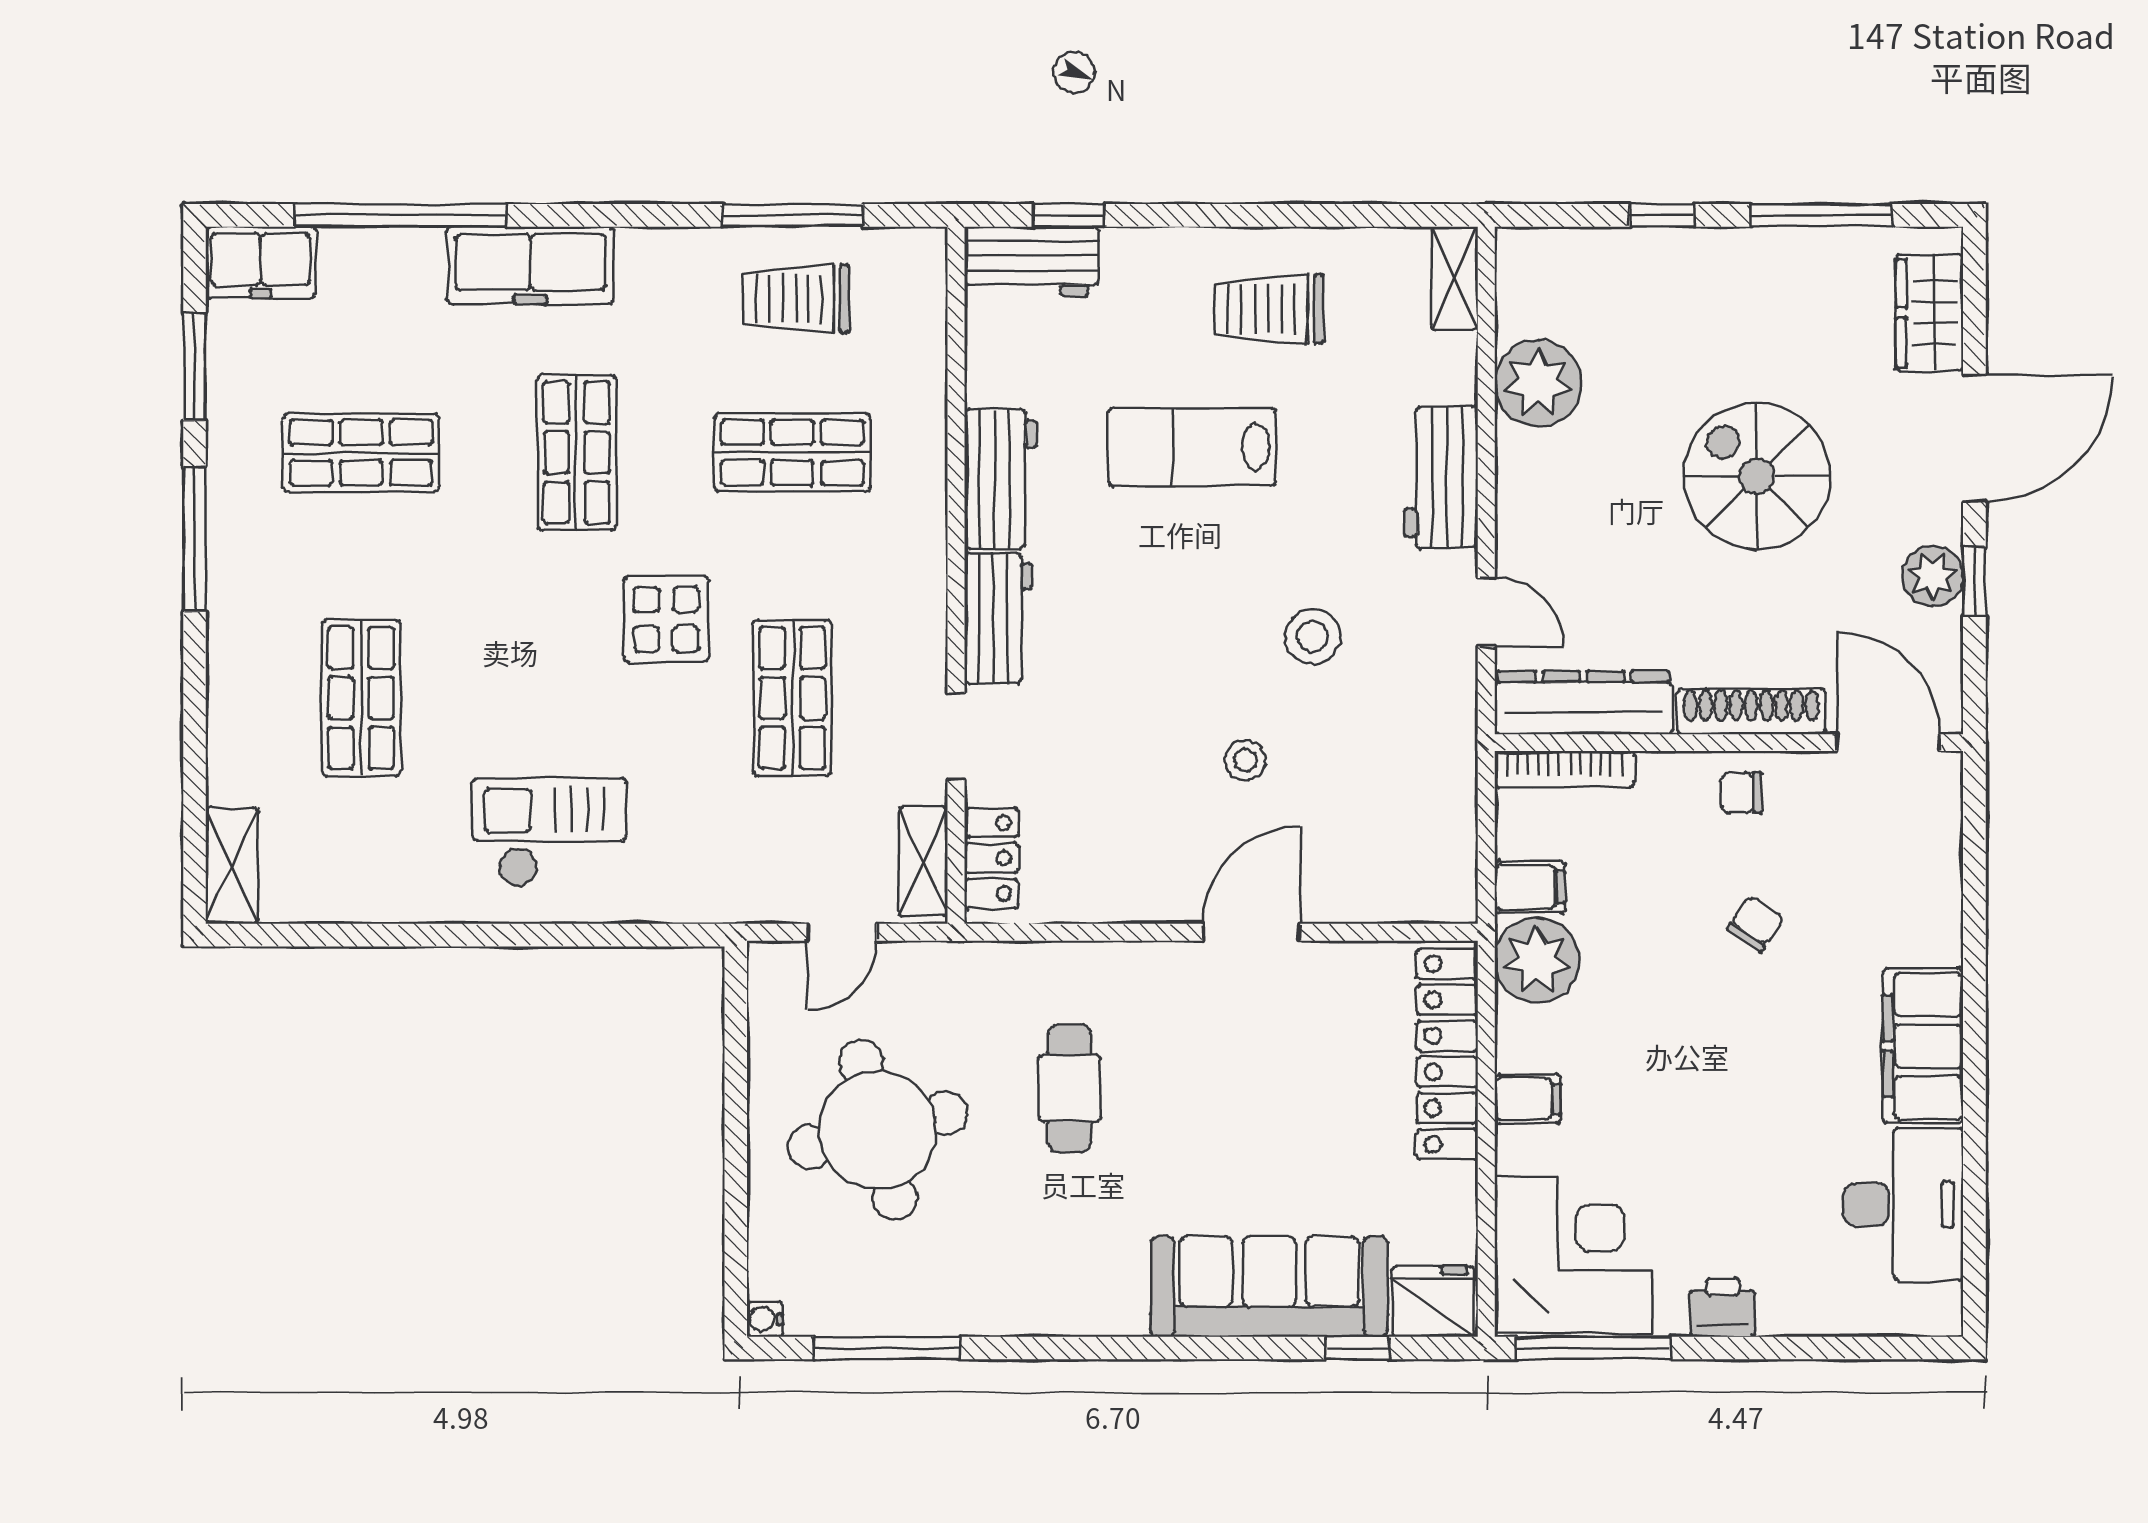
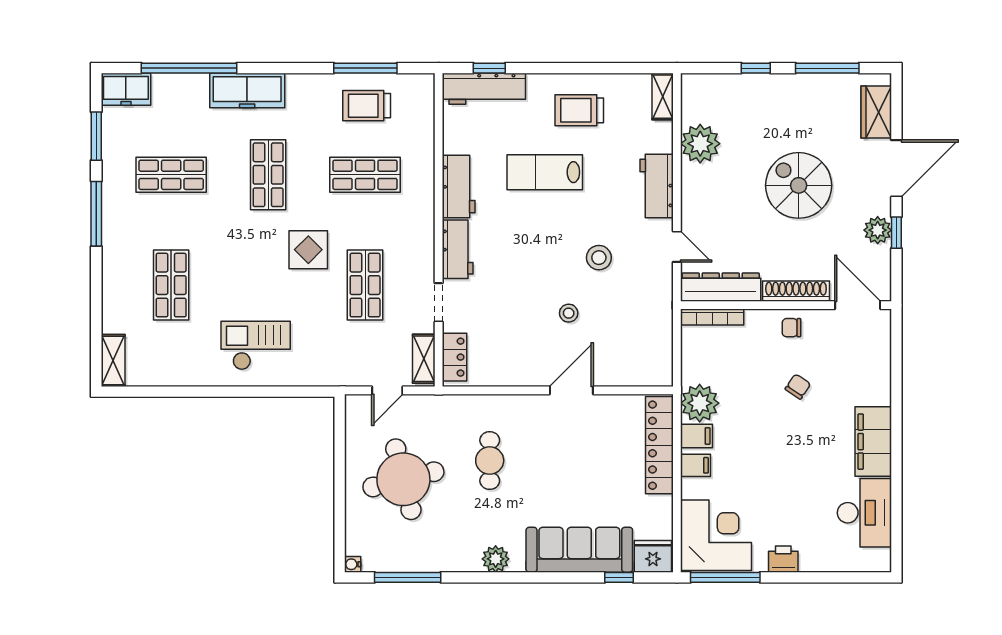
workbench: (1032, 261) -> (484, 89), width x1.38
filing cabinet: (1530, 887) -> (696, 436), moved
plant: (1083, 1307) -> (496, 559), added

